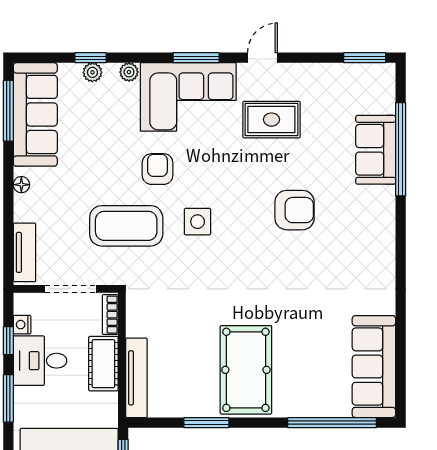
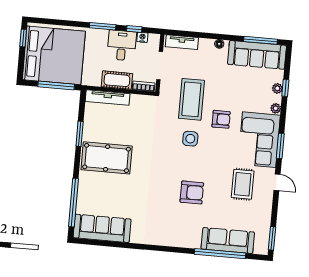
sofa: (376, 150) -> (228, 241), width x1.36
armchair: (295, 210) -> (192, 192), turned -90

